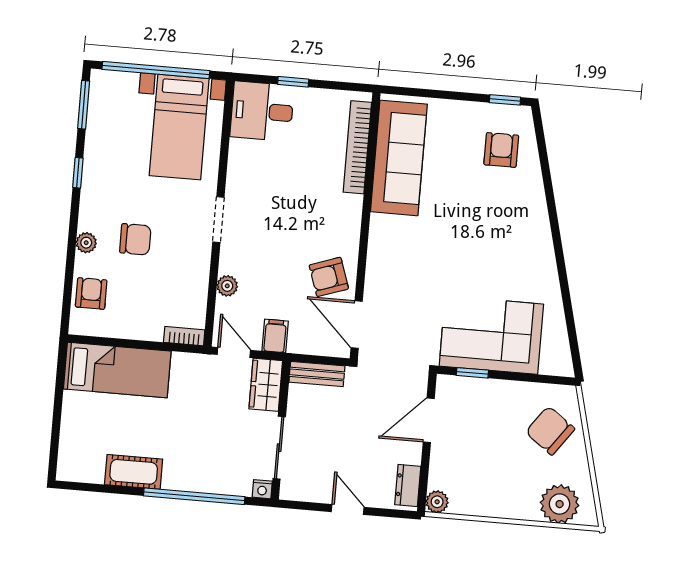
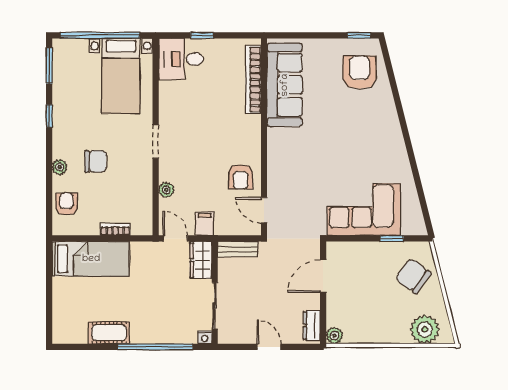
armchair: (501, 150) -> (359, 72), width x1.38, depth x1.38
armchair: (329, 277) -> (241, 177), turned -71
door: (357, 324) -> (264, 210), width x0.73
bookcase: (184, 336) -> (115, 230), moved
window: (472, 373) -> (392, 238), moved

